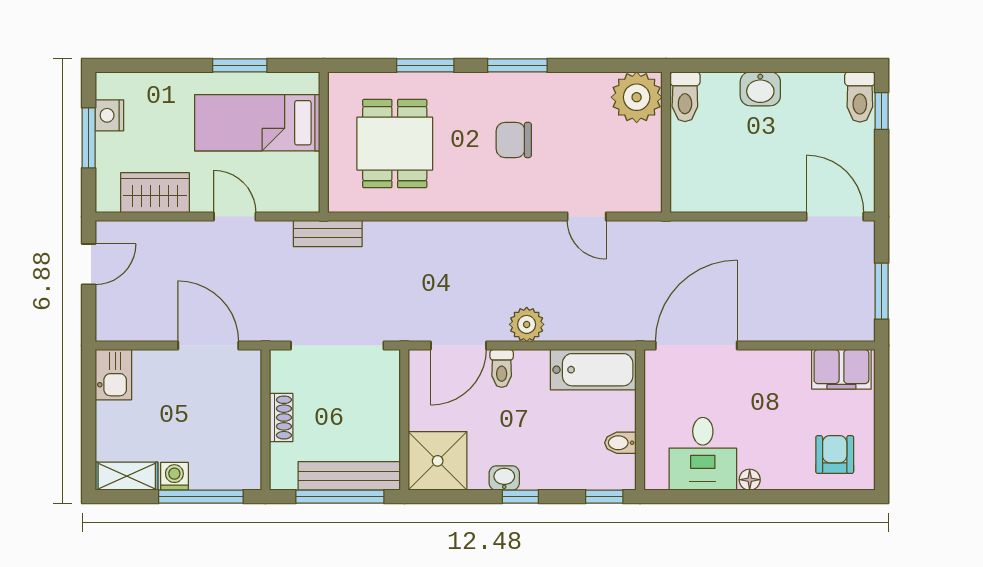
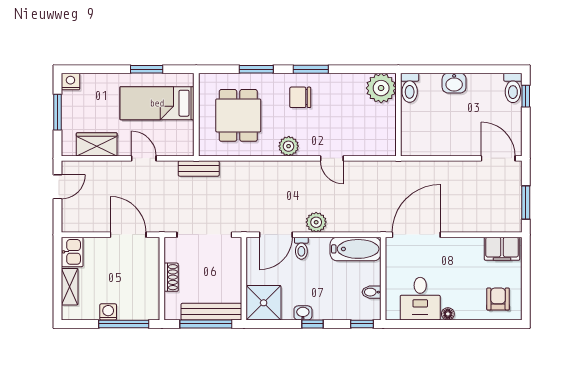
nightstand: (109, 115) -> (70, 81), moved, turned 90
chair: (514, 140) -> (300, 97), moved
plant: (480, 196) -> (289, 146), added
door: (587, 216) -> (332, 158), moved
shelving: (127, 476) -> (70, 287), moved, turned 90

